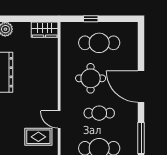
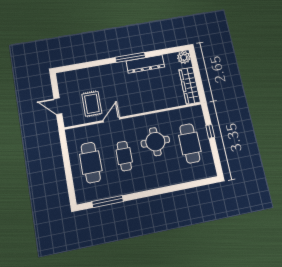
wardrobe: (45, 30) -> (190, 86), width x1.50
door: (141, 87) -> (157, 192), removed

